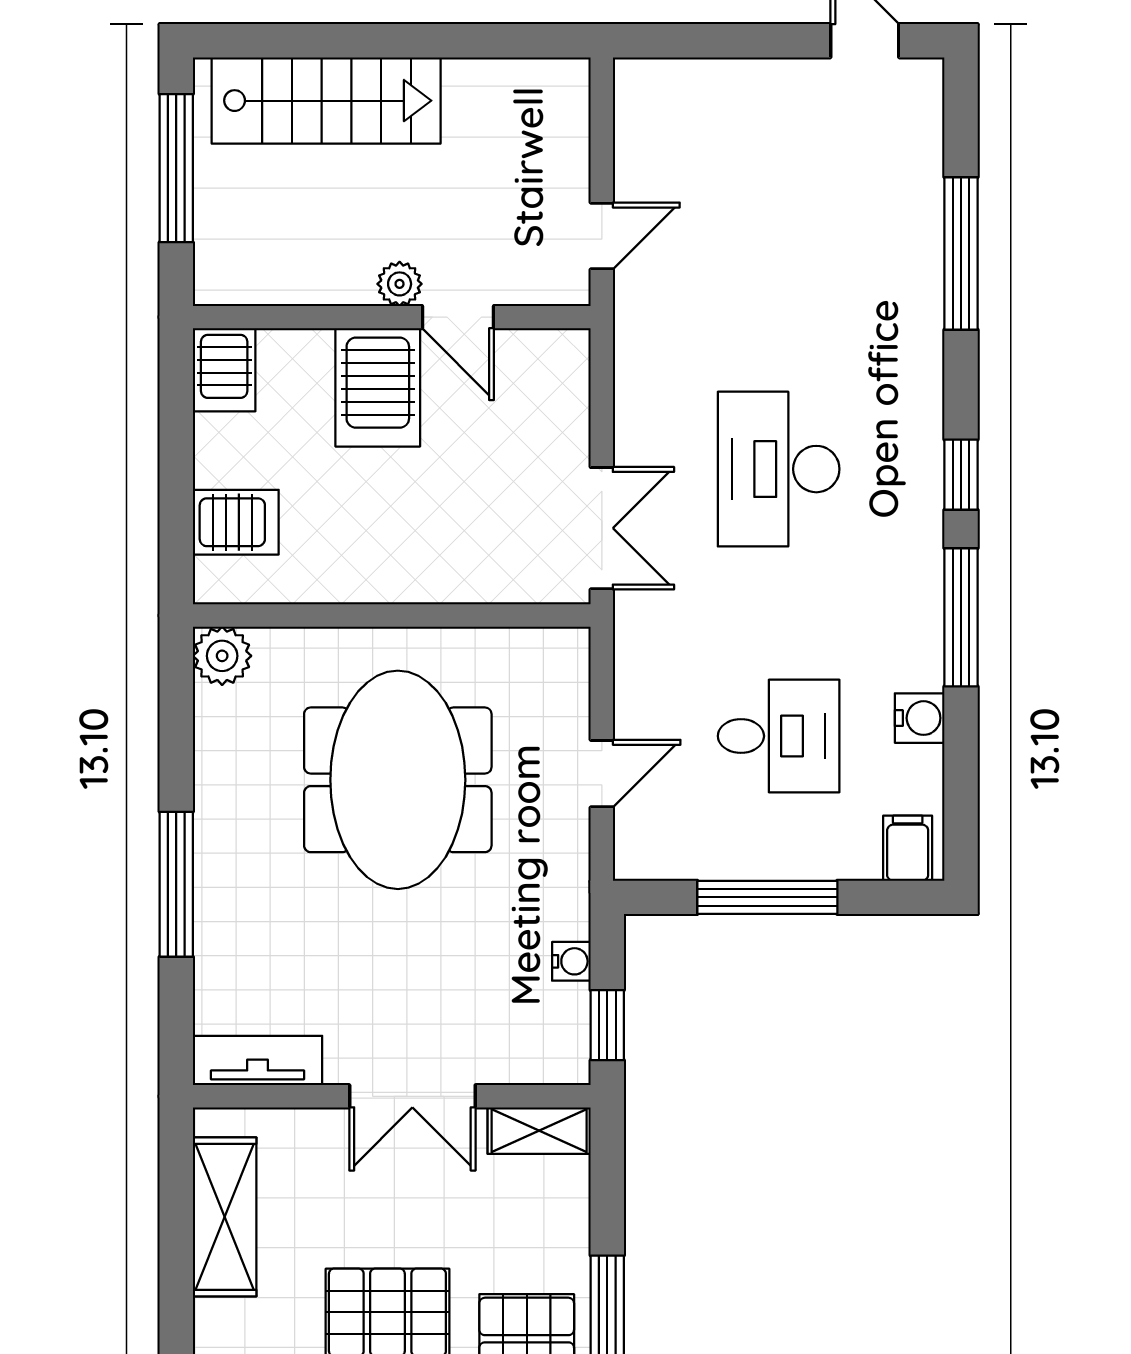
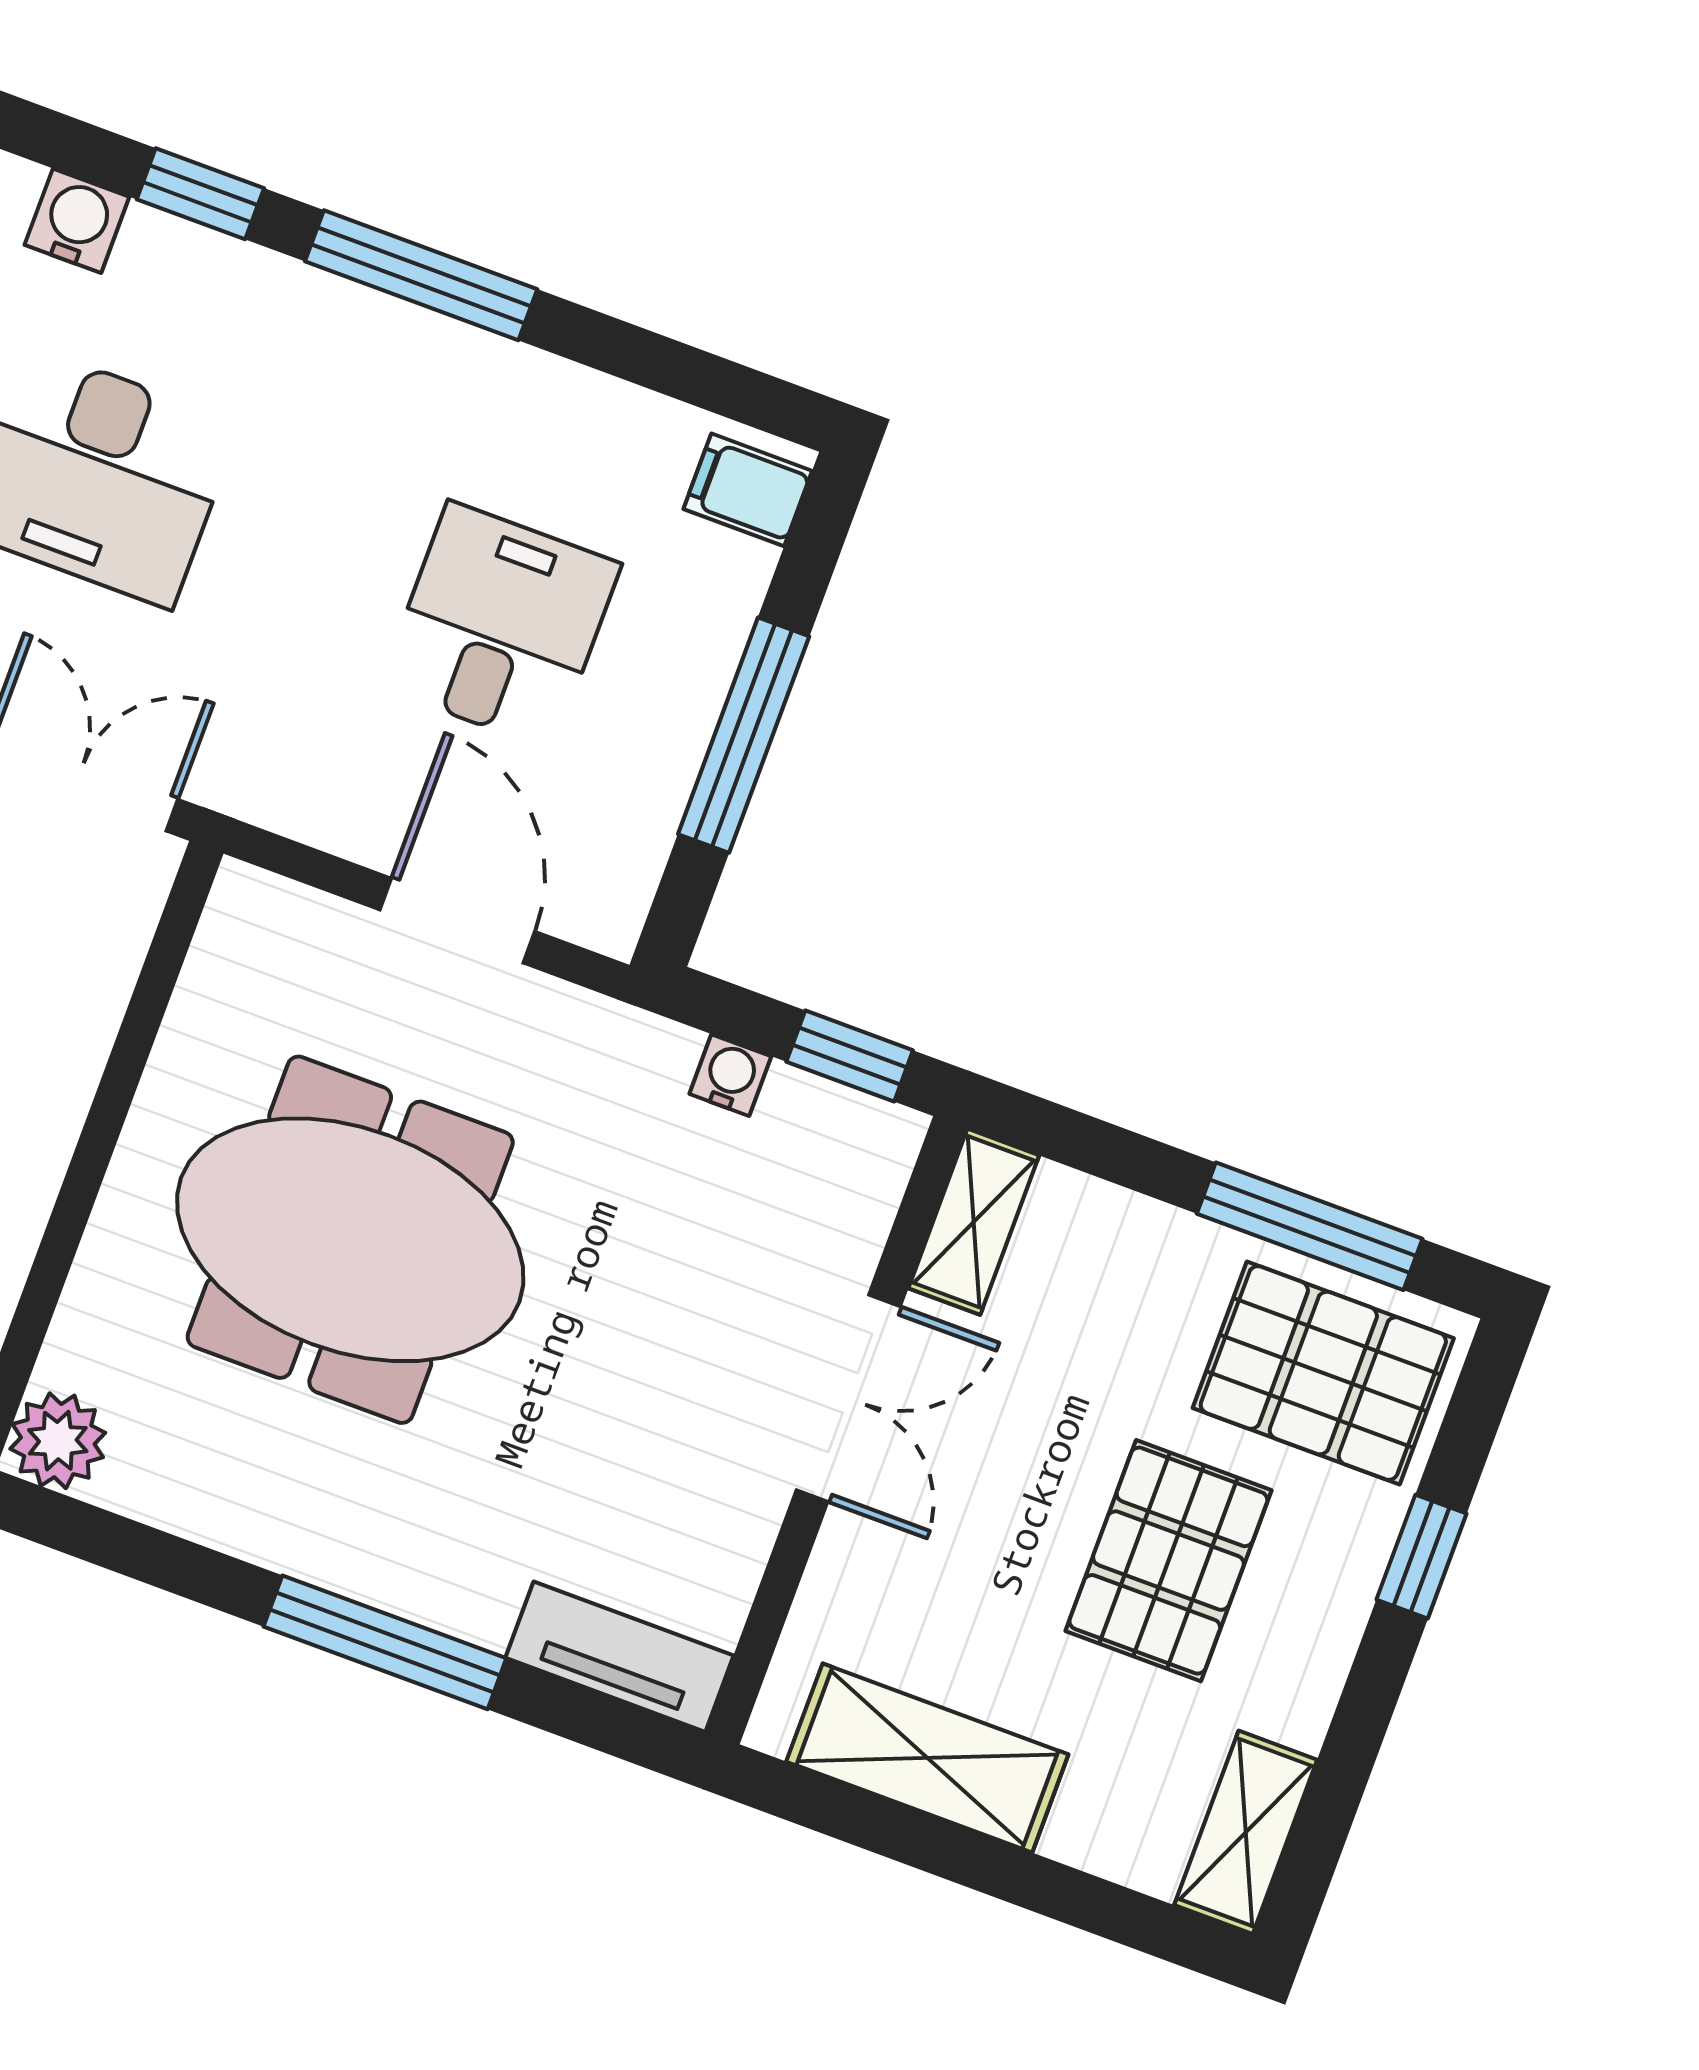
water cooler: (920, 718) -> (77, 221), moved
door: (602, 774) -> (457, 921), width x1.38
tv unit: (257, 1061) -> (619, 1657), moved, turned 90

